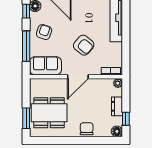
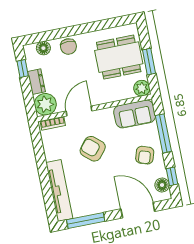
door: (78, 77) -> (79, 111), moved
plant: (118, 83) -> (45, 104), width x1.88, depth x1.88
plant: (36, 85) -> (142, 88), added
window: (26, 118) -> (149, 62), moved
floor lamp: (117, 131) -> (43, 48), moved

